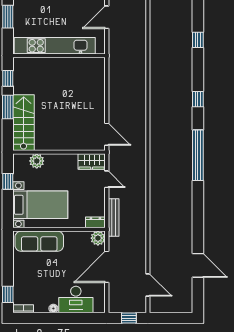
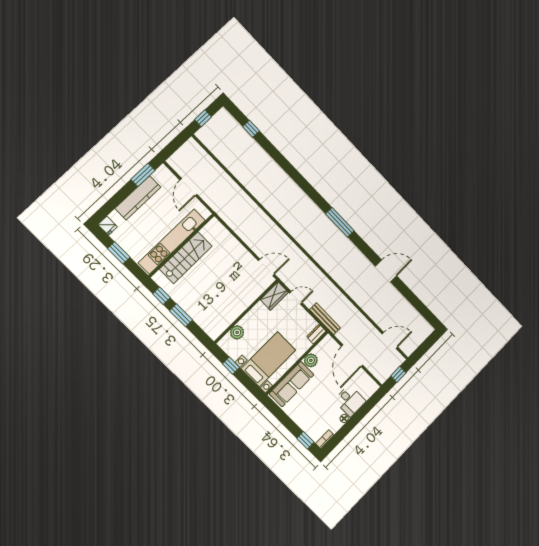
window: (198, 40) -> (251, 129), moved
window: (198, 99) -> (304, 184), removed
stairs: (24, 123) -> (186, 258), moved, turned 90
window: (198, 155) -> (340, 222), width x0.68
plant: (98, 238) -> (311, 360), moved
door: (198, 265) -> (386, 271), moved
desk: (76, 299) -> (350, 401), width x0.73

